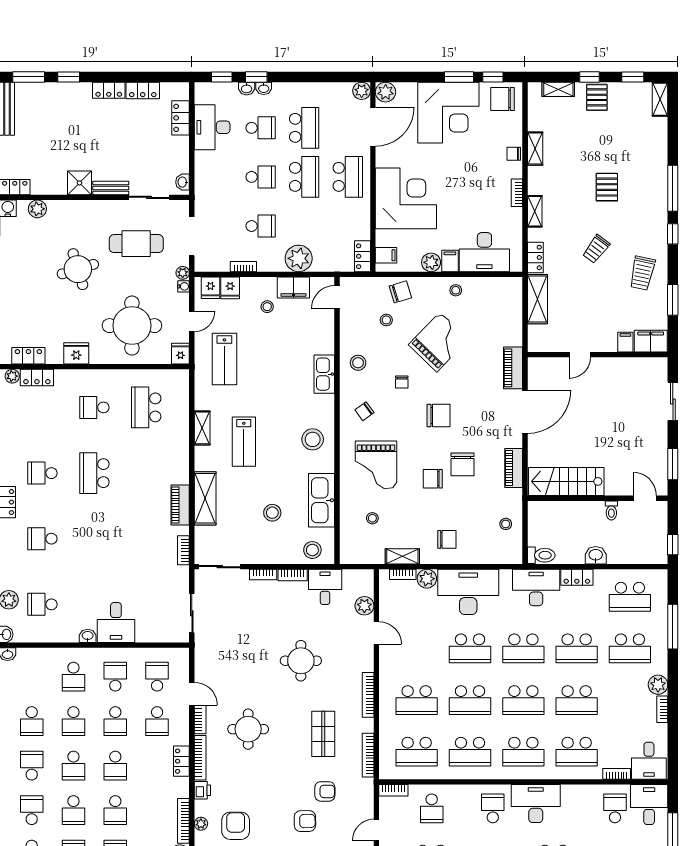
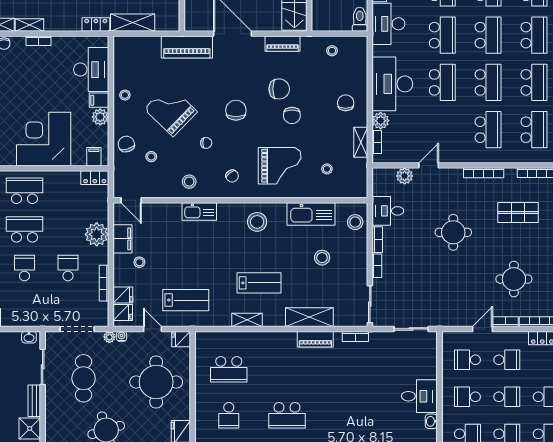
shelving: (535, 211) -> (29, 25), moved
bookcase: (243, 267) -> (104, 283), width x1.56
piano: (513, 368) -> (187, 47), width x1.37, depth x1.33

